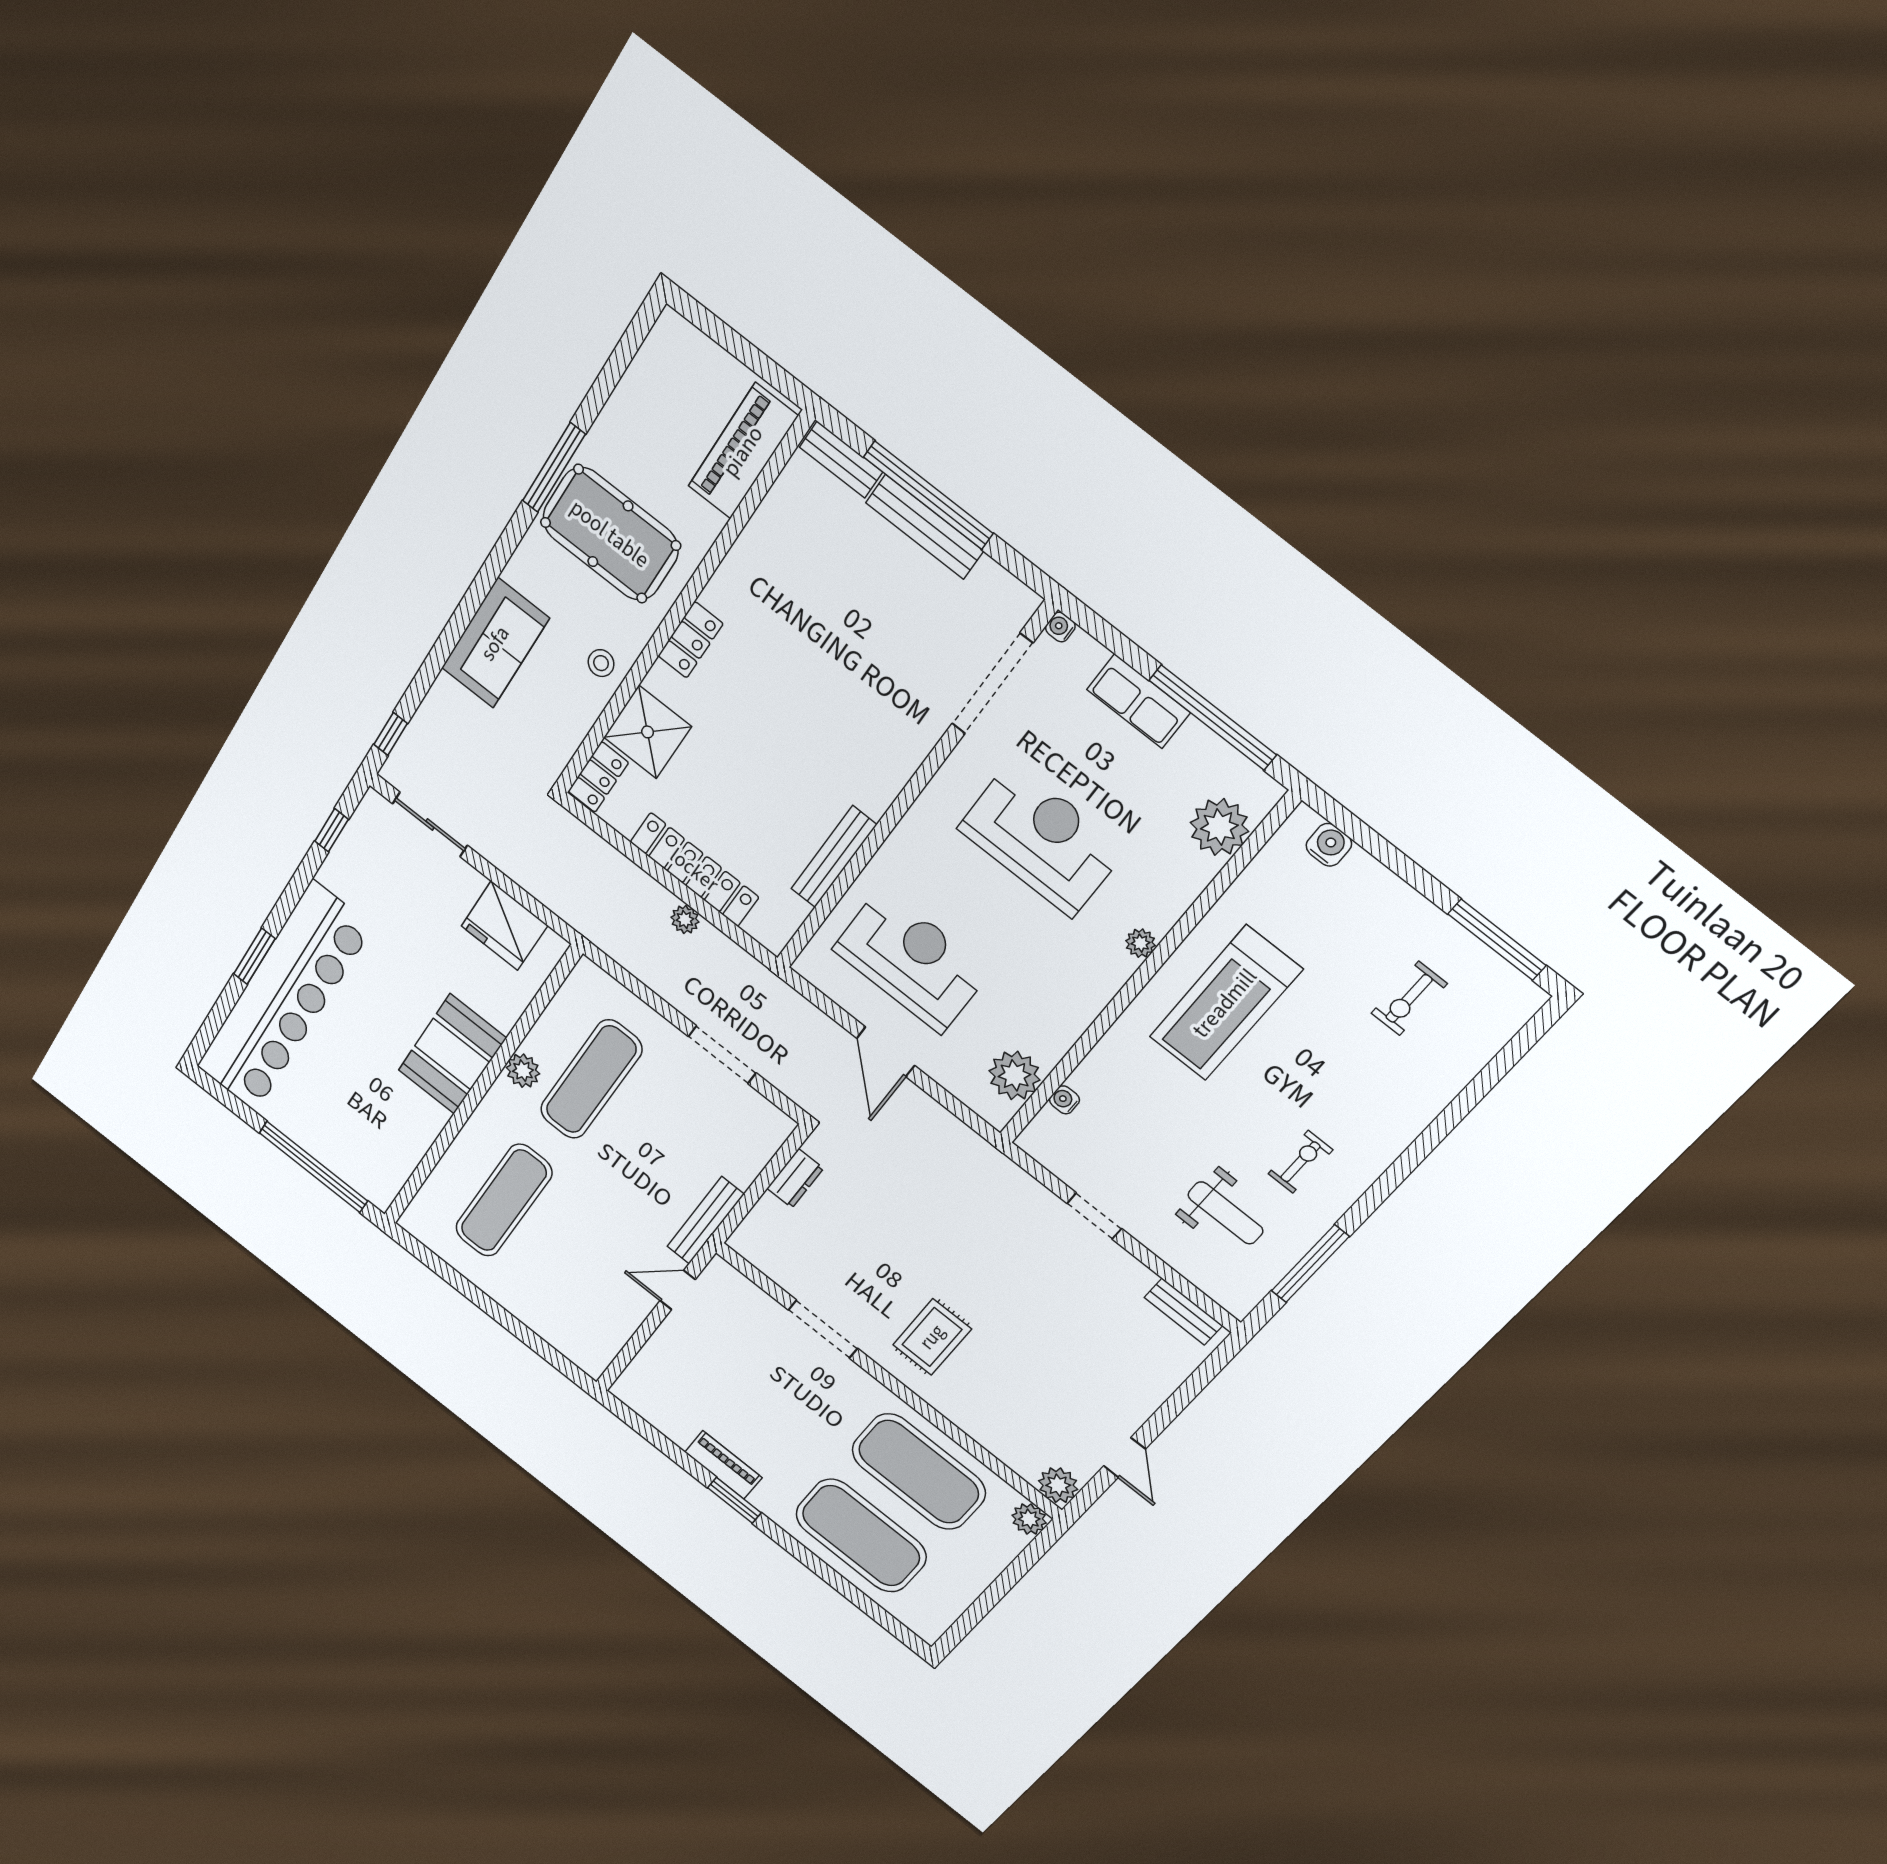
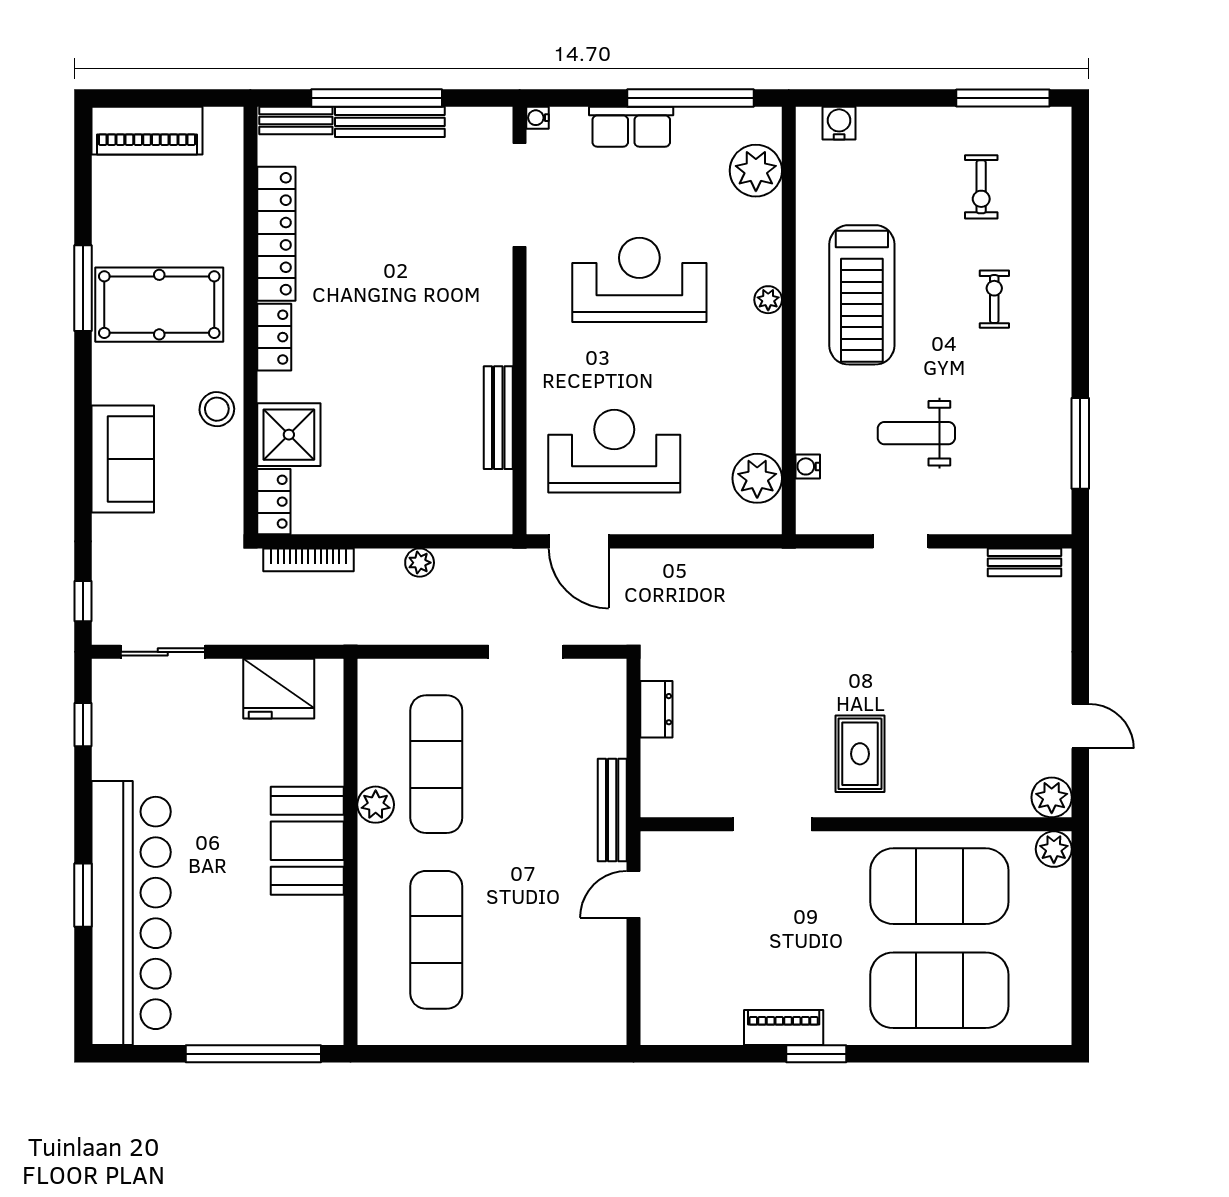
piano: (743, 451) -> (147, 131), moved, turned -90
stool: (601, 663) -> (217, 409), width x1.37, depth x1.37
bookcase: (595, 846) -> (308, 560), added
locker: (694, 870) -> (276, 234), moved, turned 90
door: (886, 1052) -> (579, 541), moved
exercise bike: (1300, 1162) -> (994, 299), moved
weight bench: (1225, 1213) -> (916, 433), moved, turned 180

